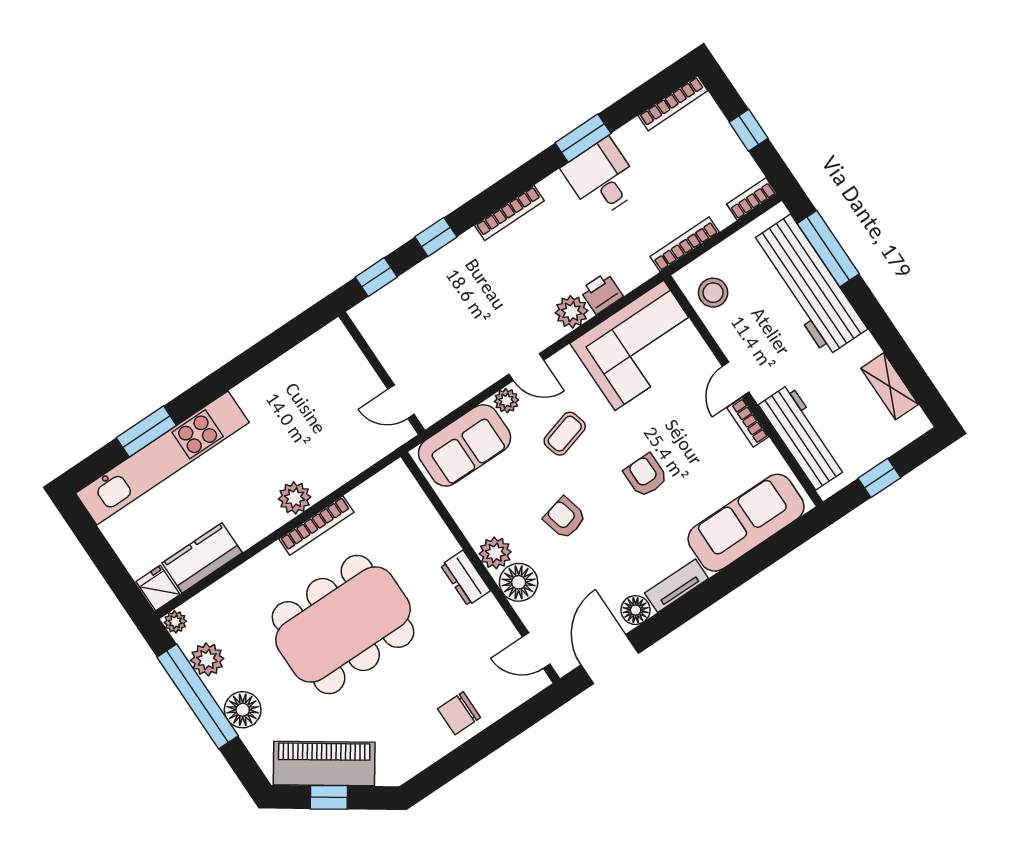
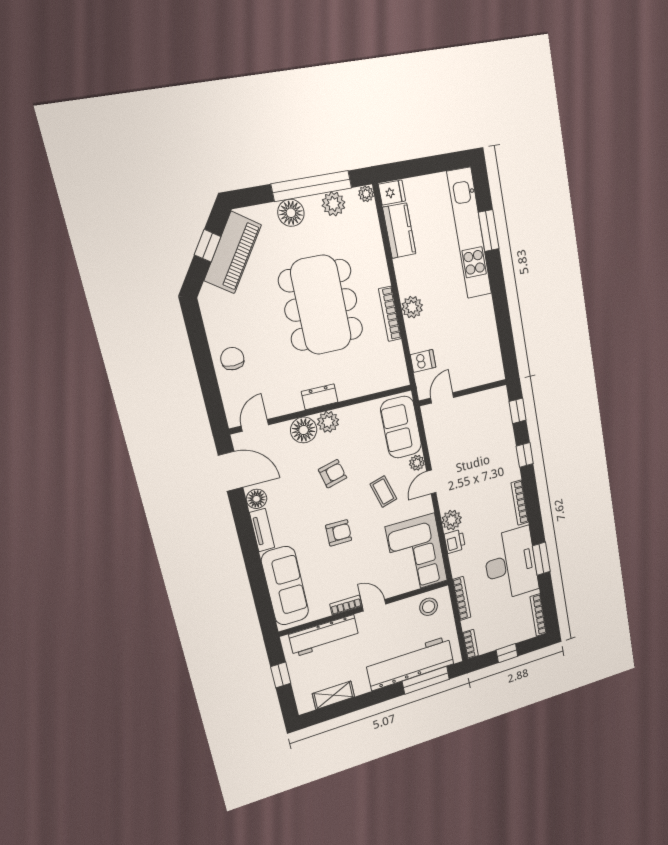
desk: (602, 178) -> (511, 564), width x1.87, depth x1.30
dishwasher: (361, 452) -> (423, 361), added

